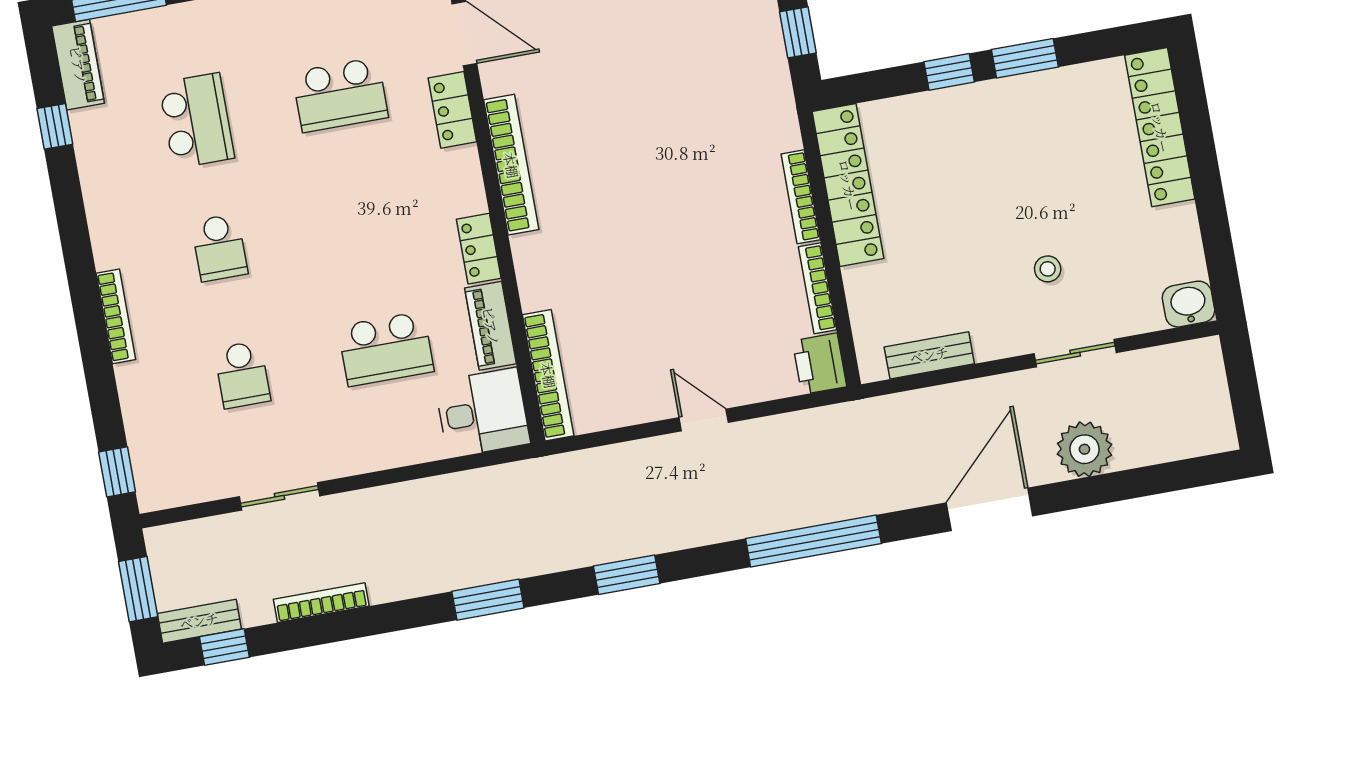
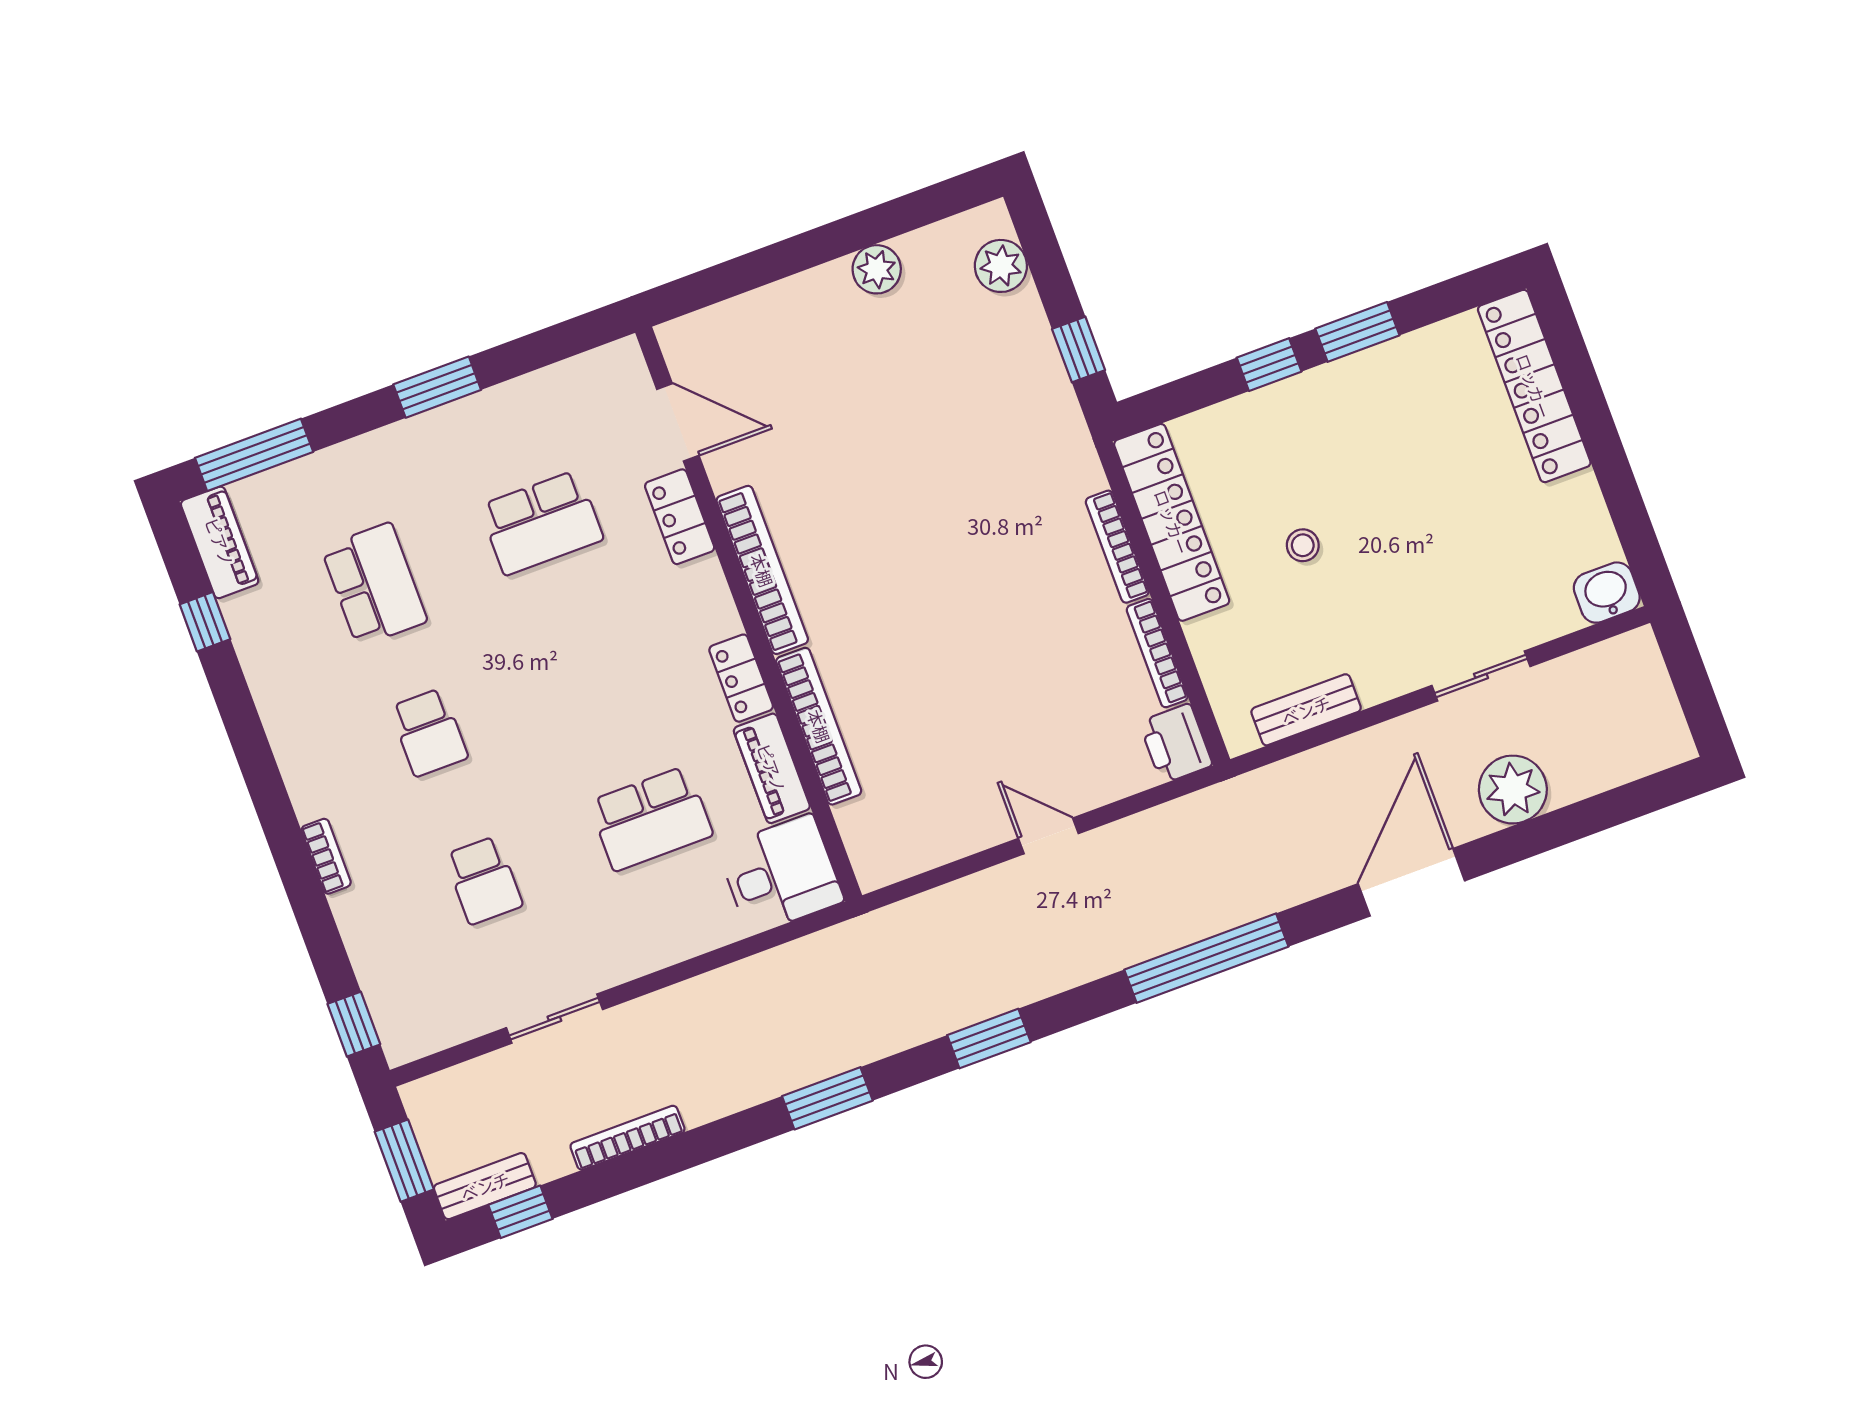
stool: (1048, 269) -> (1303, 545), moved
bookcase: (116, 316) -> (326, 856), width x0.64
bookcase: (548, 375) -> (819, 726), moved

